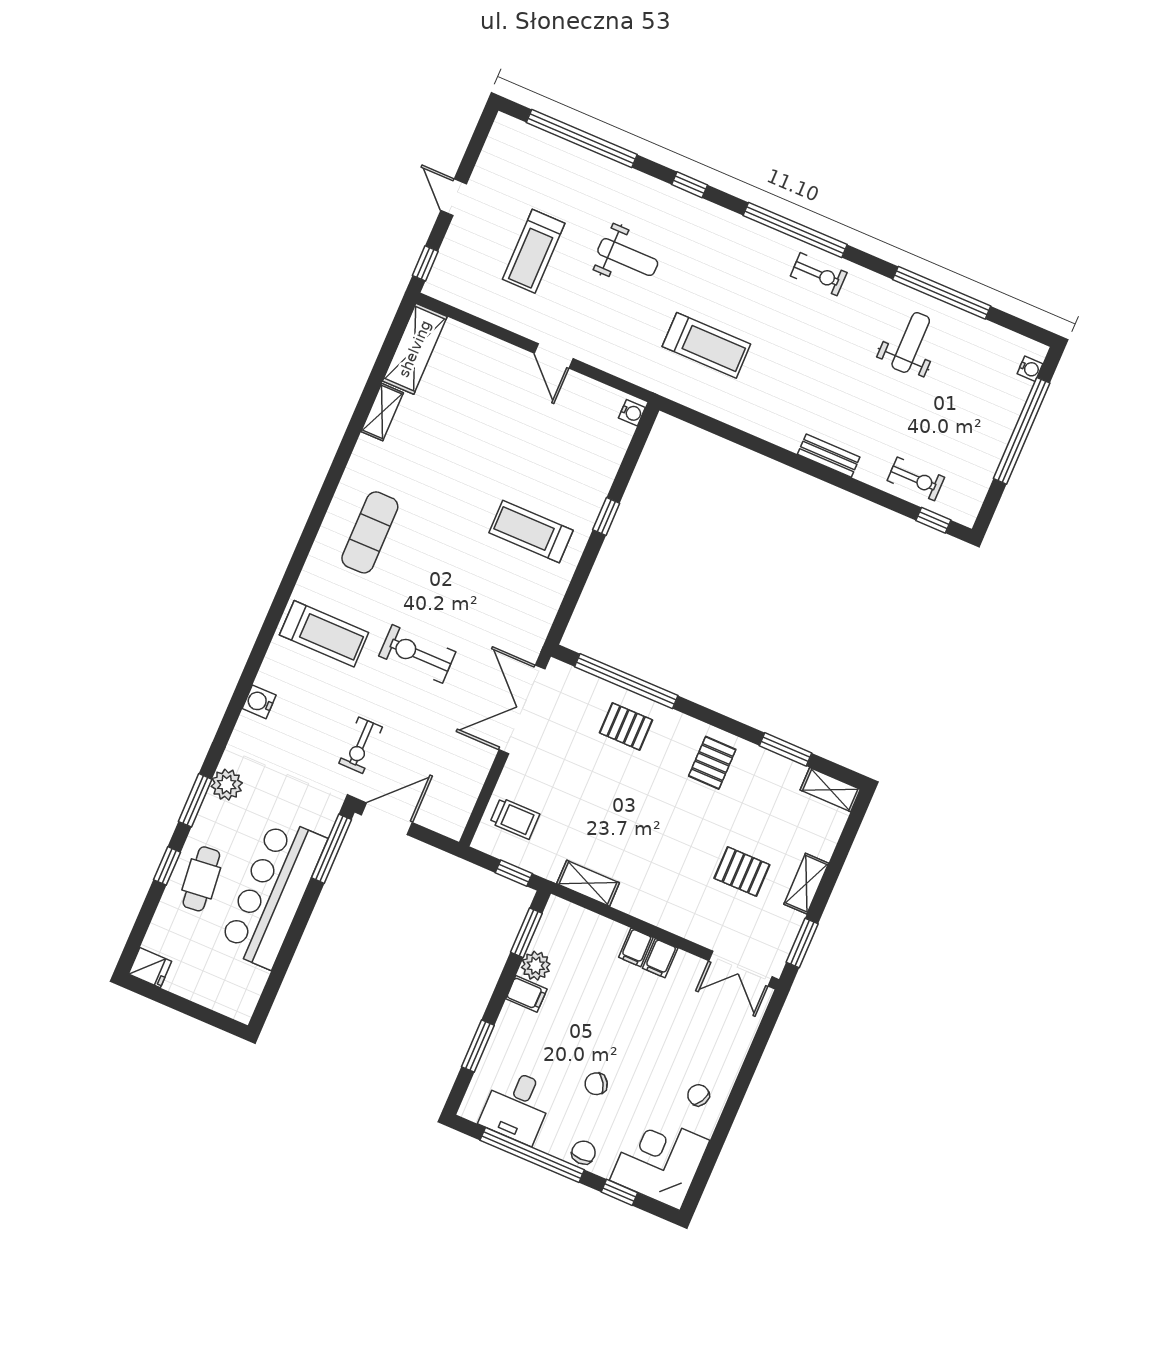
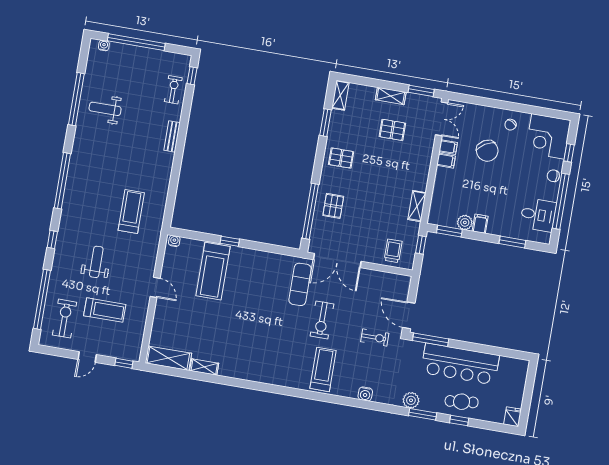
exercise bike: (819, 274) -> (64, 319), moved, width x1.38, depth x1.39
door: (554, 356) -> (155, 287), hinge flipped
exercise mat: (370, 532) -> (300, 284), moved, turned 90
treadmill: (531, 532) -> (213, 271), moved, width x1.37, depth x1.38
pallet: (742, 872) -> (392, 130), turned 90
filing cabinet: (636, 947) -> (448, 147), moved
chair: (596, 1084) -> (487, 151), moved, width x1.87, depth x1.87

